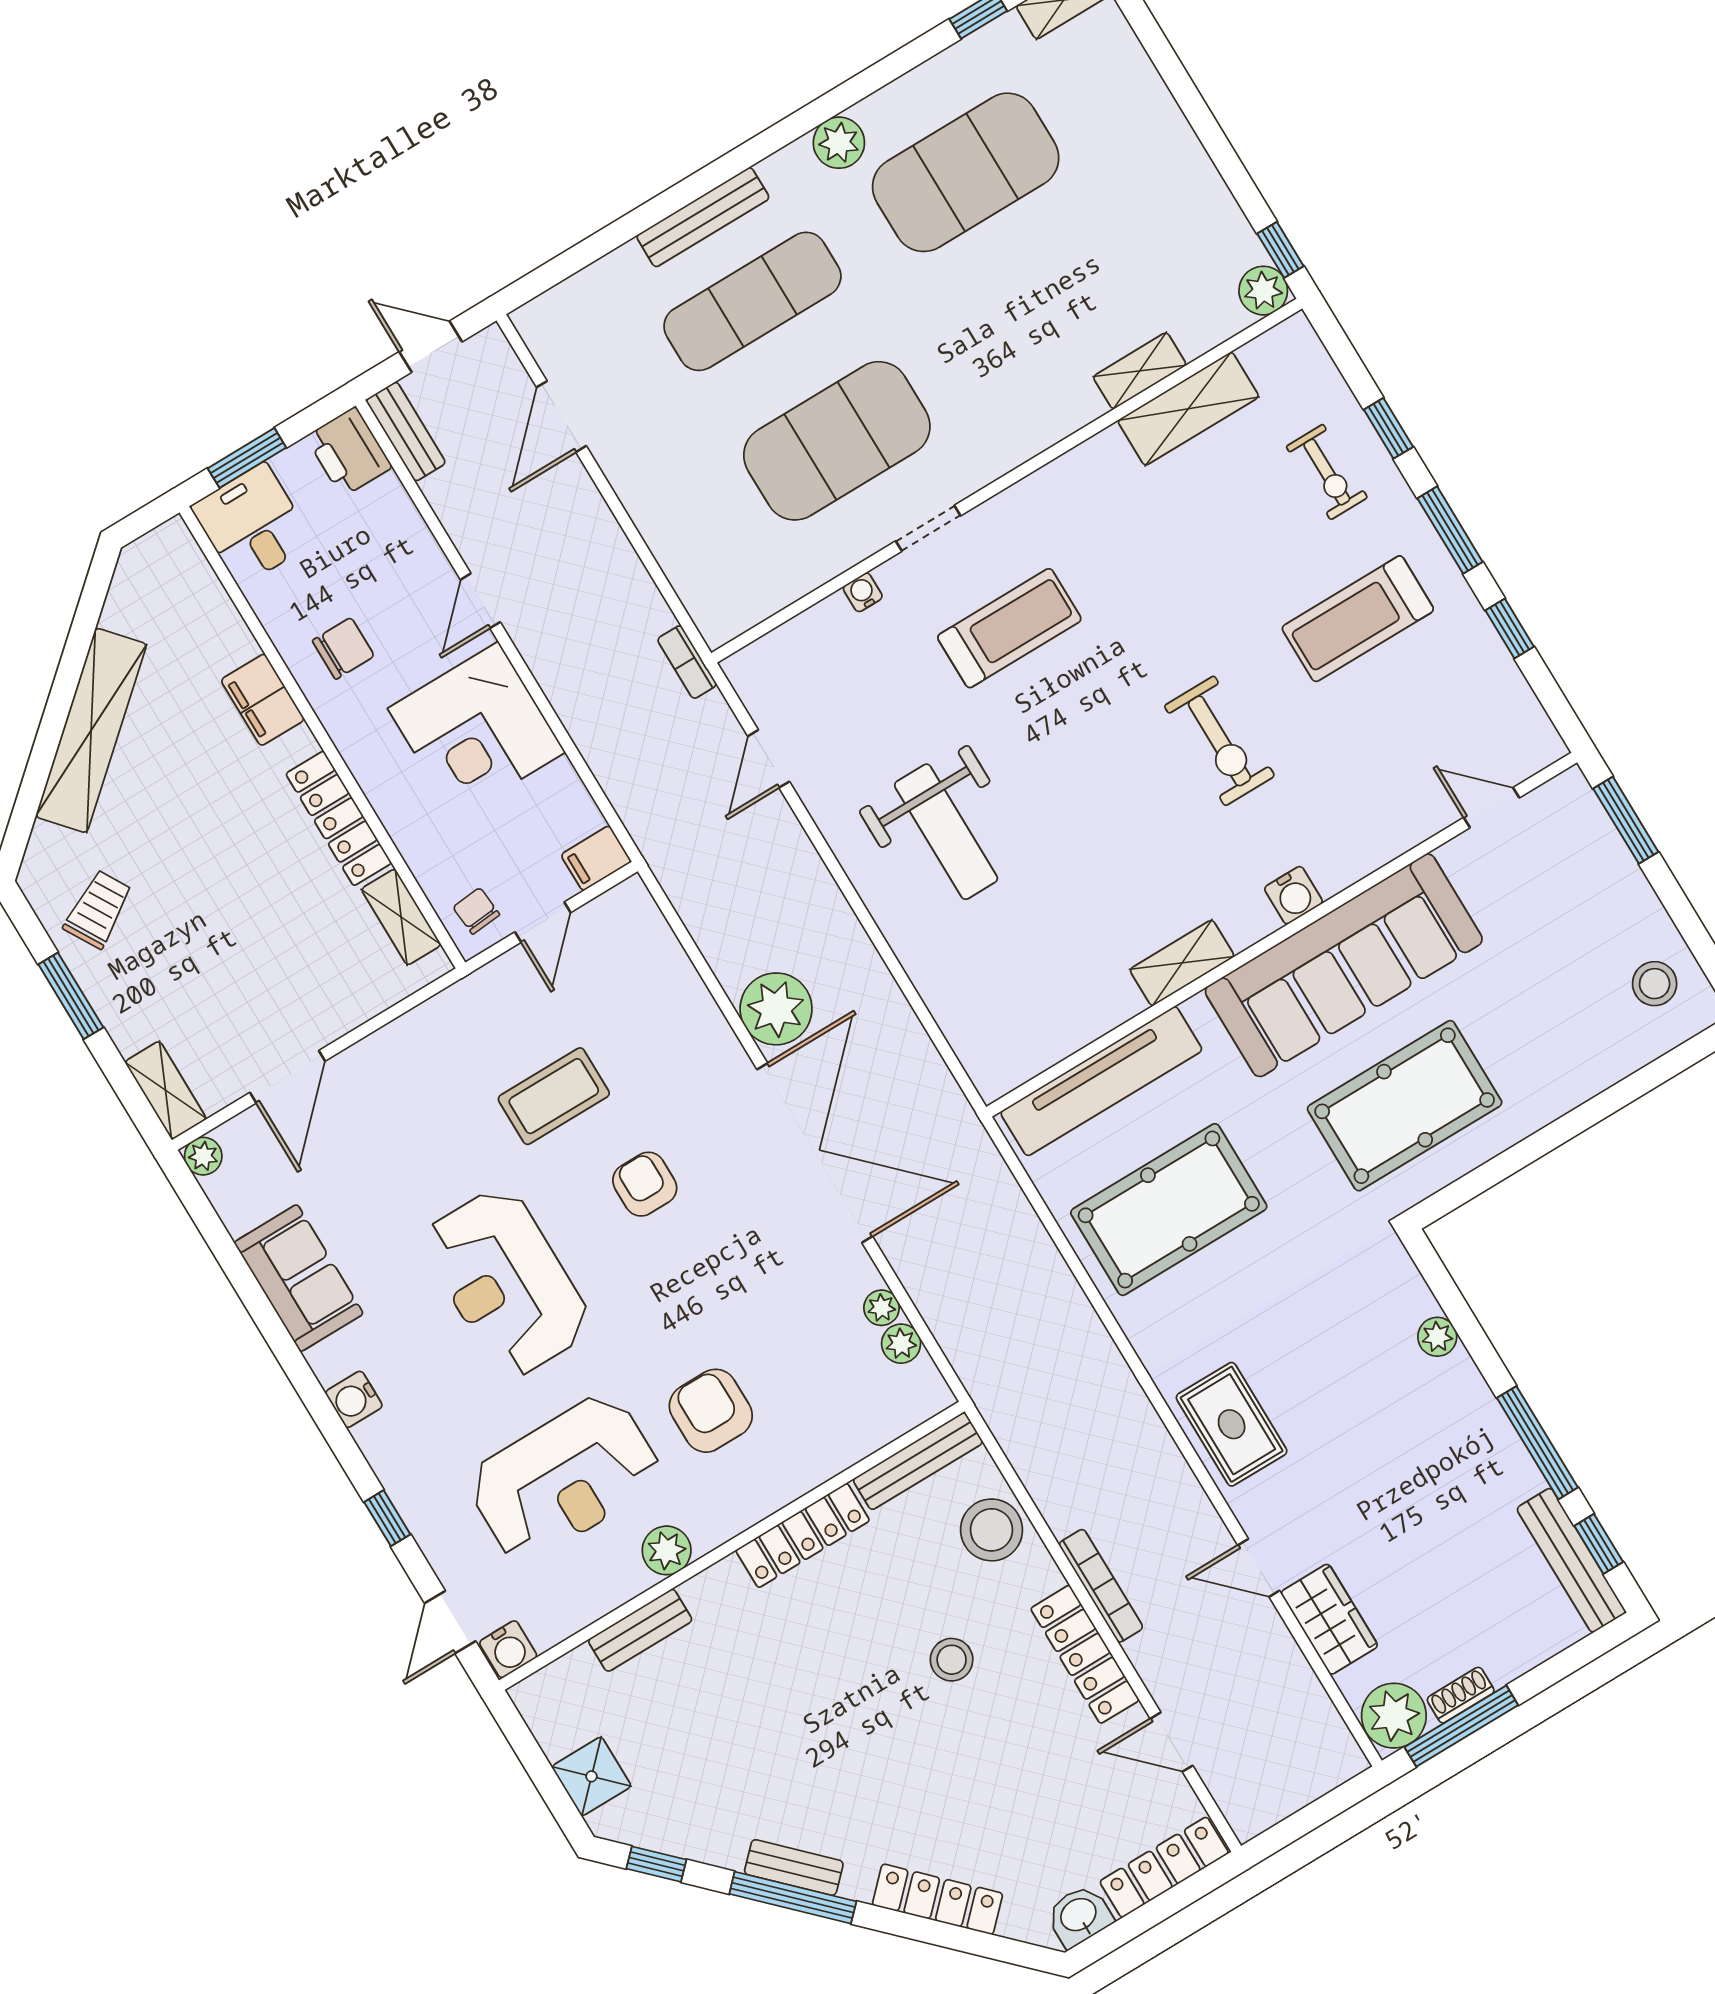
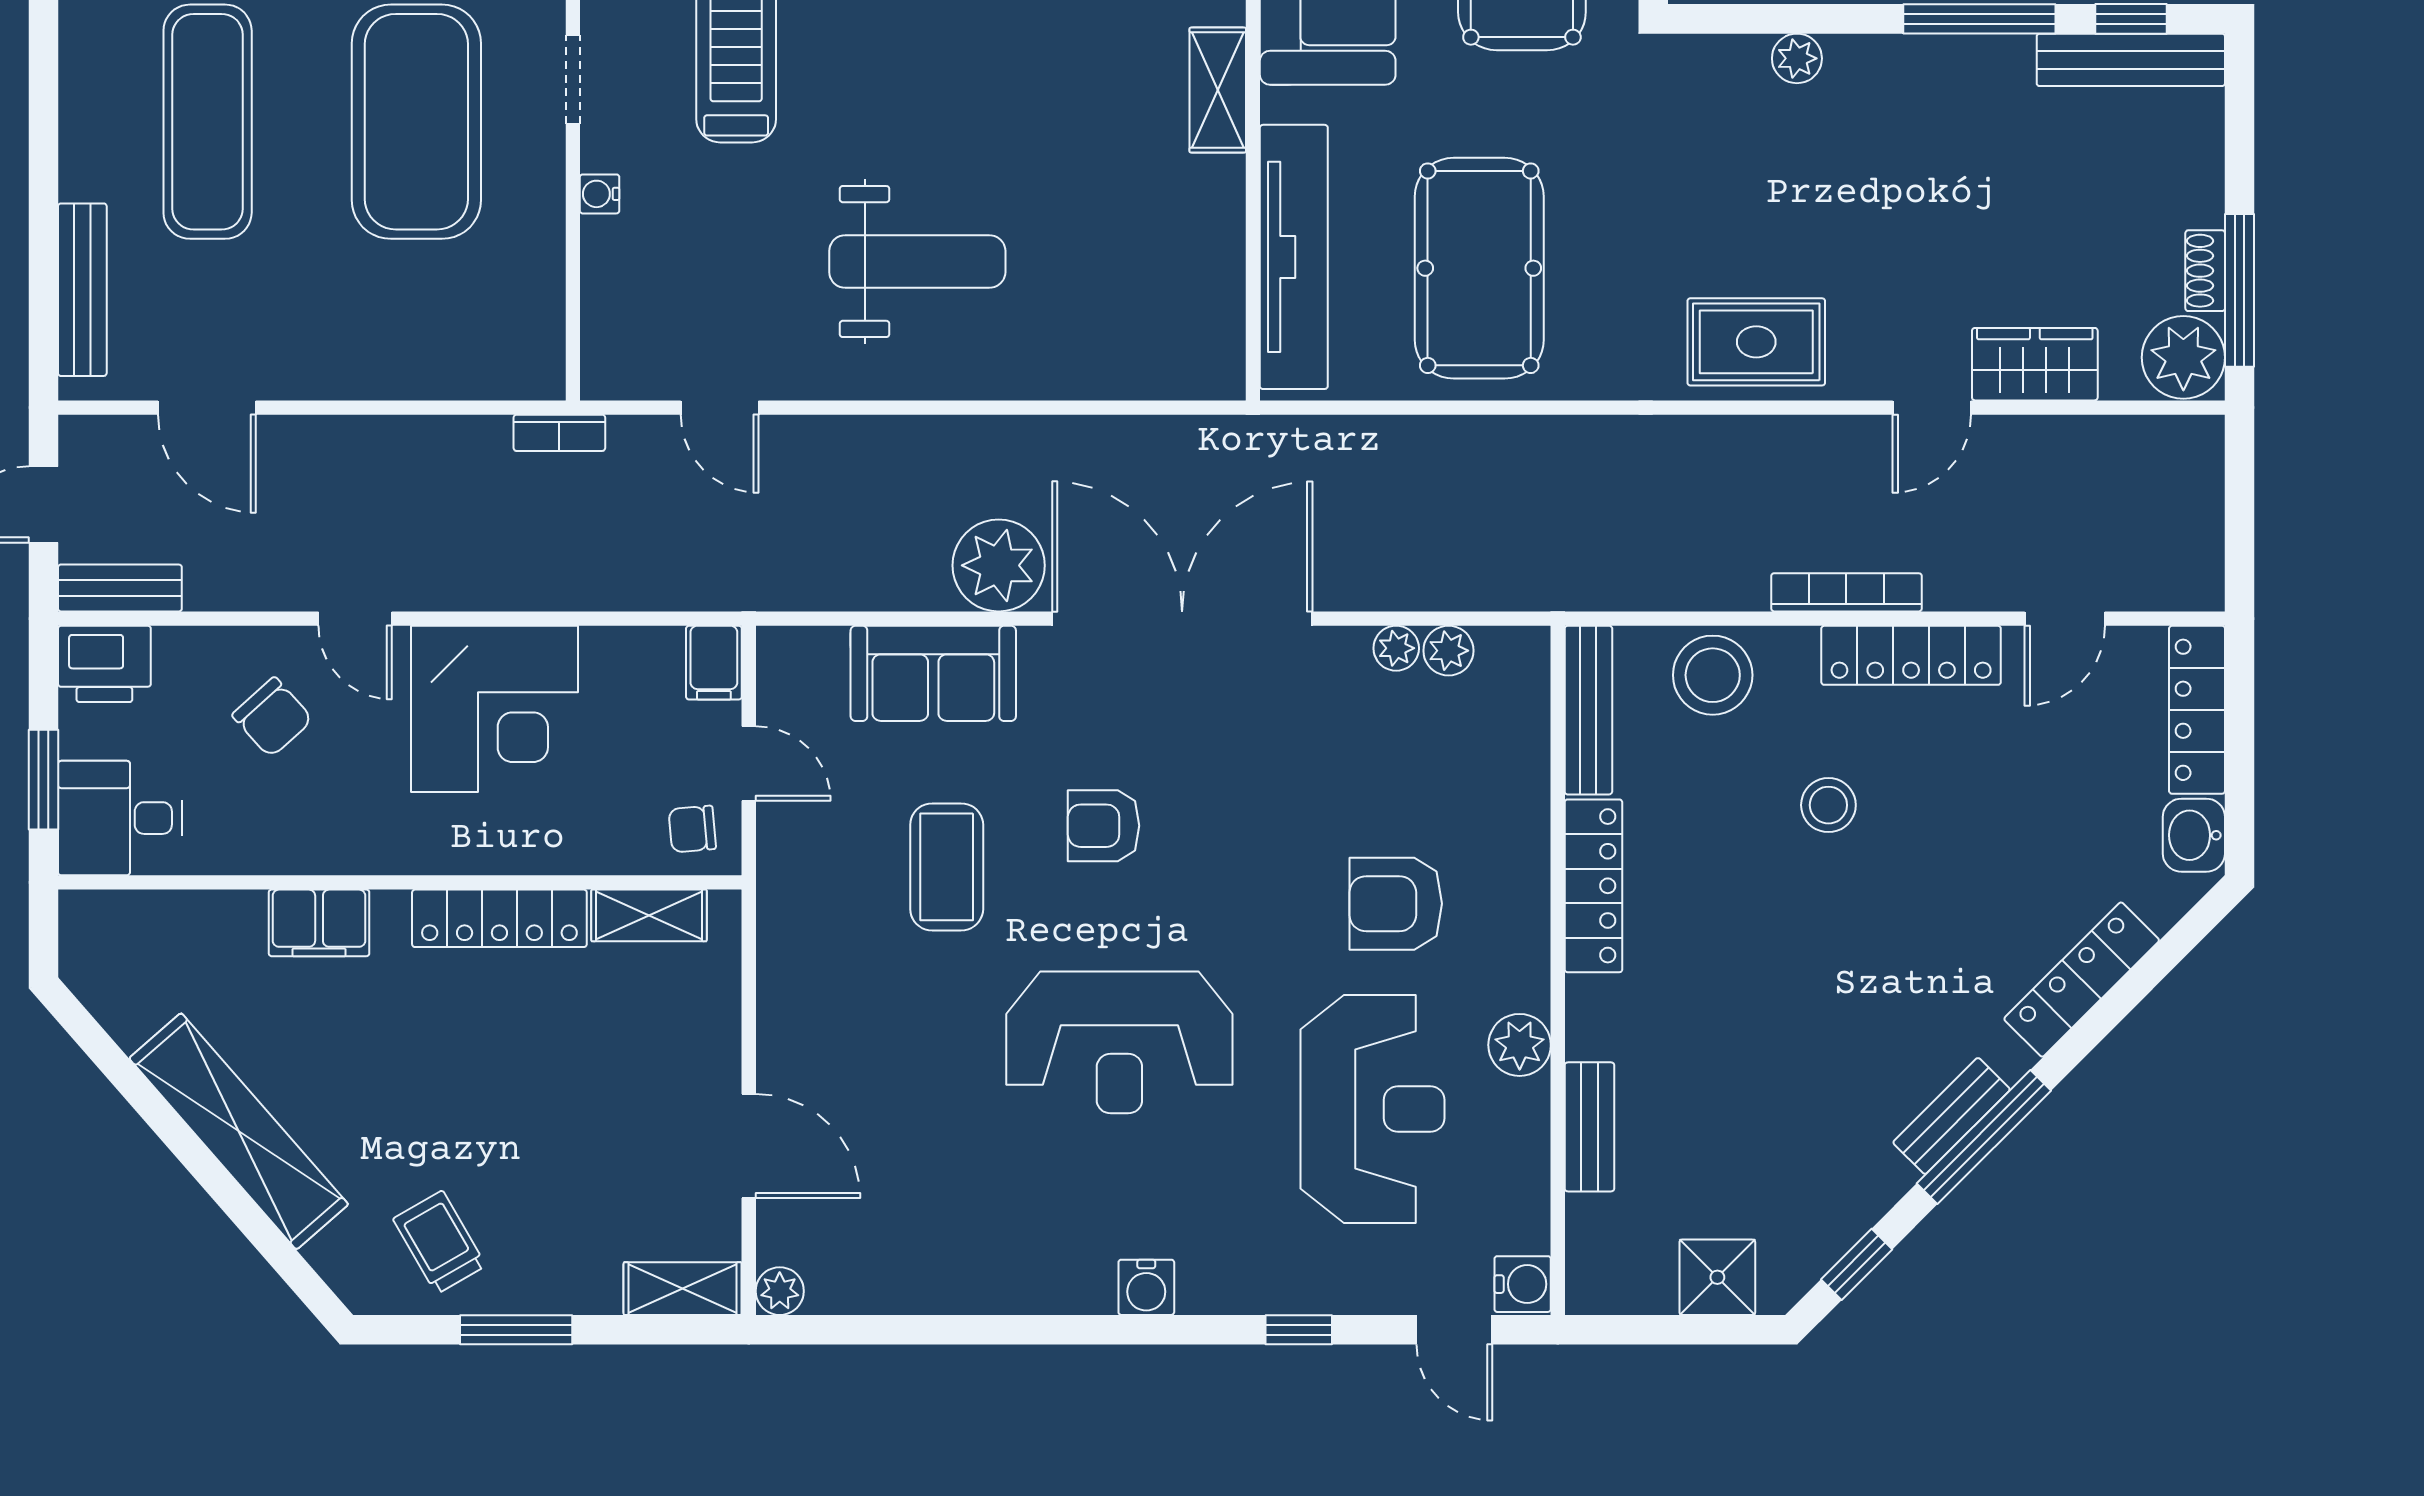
bench: (703, 217) -> (82, 290), moved
chair: (343, 648) -> (272, 717), moved, turned 138
sofa: (299, 1278) -> (933, 673), moved, turned 180

